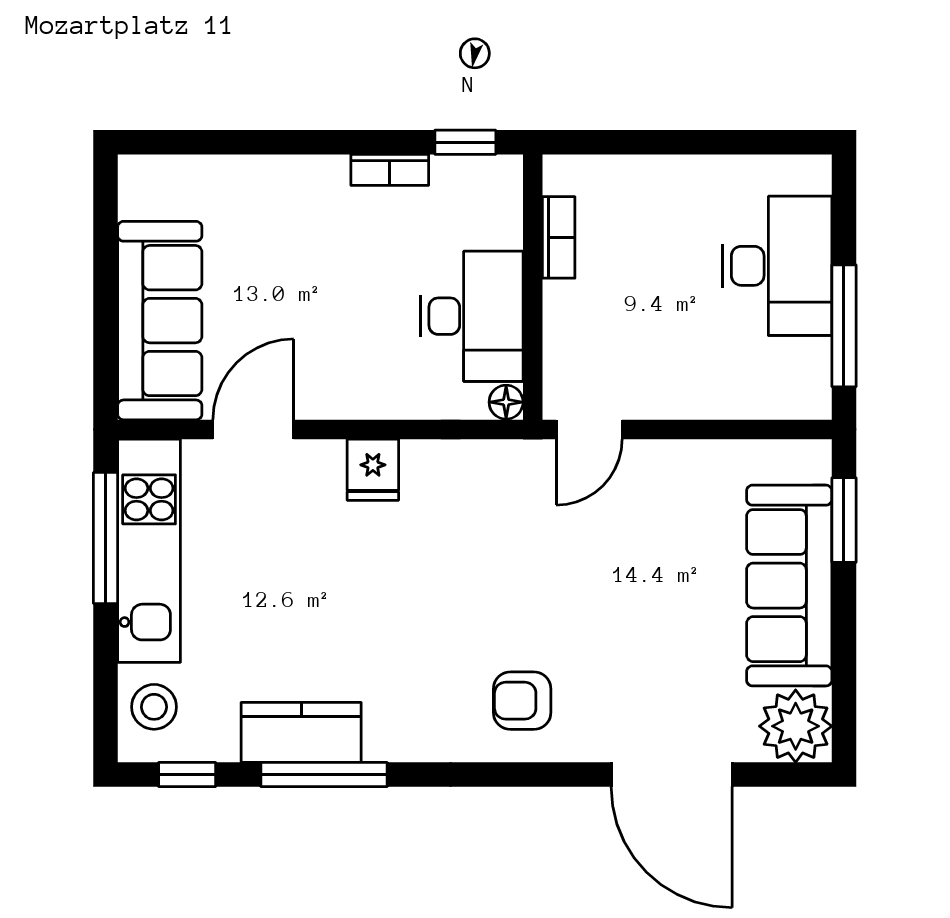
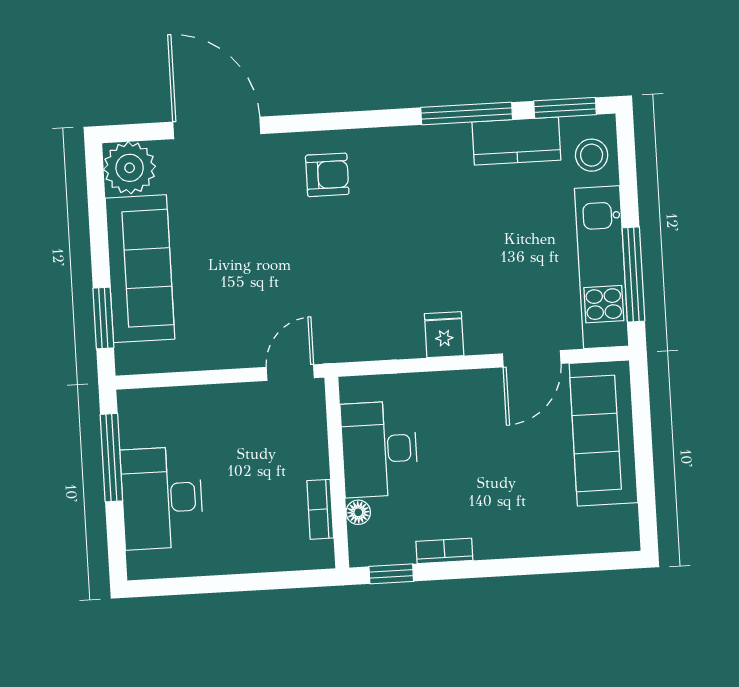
floor lamp: (506, 402) -> (358, 512), moved
kitchen counter: (301, 732) -> (516, 141), moved
window: (187, 775) -> (565, 108), width x1.50

